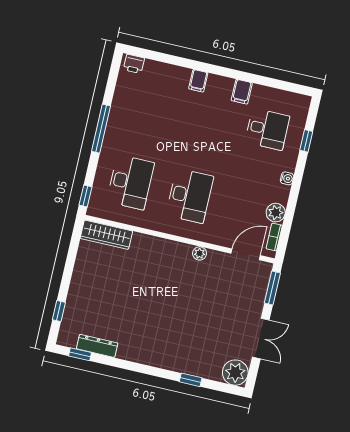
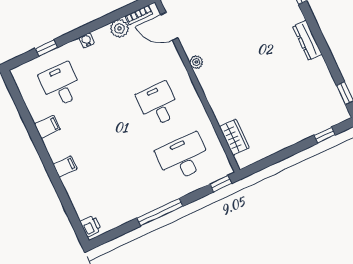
desk: (190, 196) -> (158, 104), width x0.73
wardrobe: (106, 235) -> (234, 137), width x0.67
dresser: (97, 346) -> (307, 40), moved

